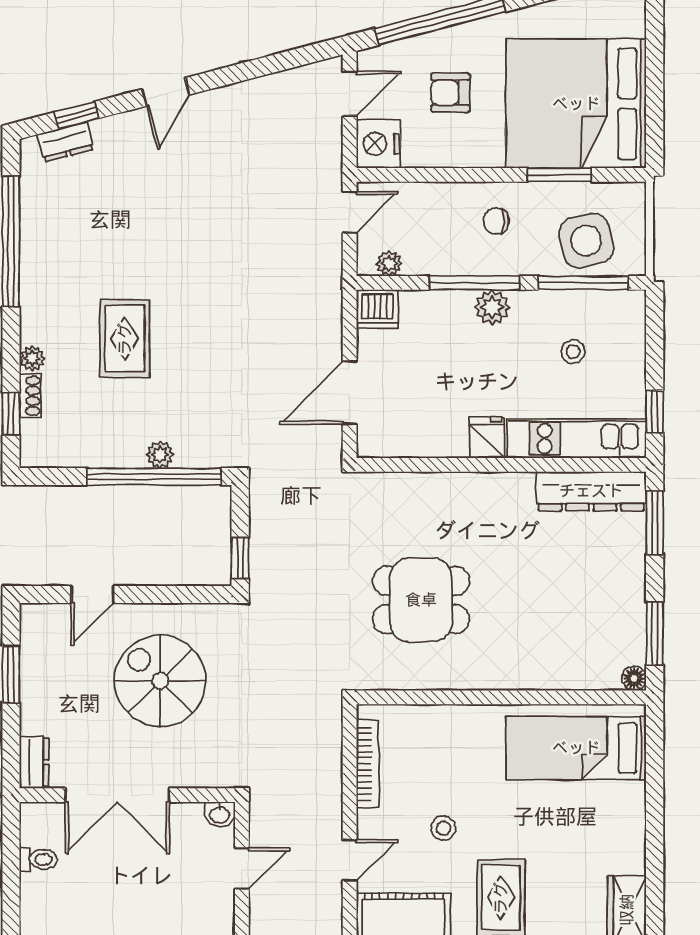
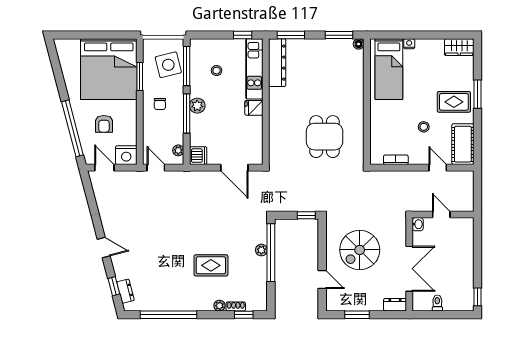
bookcase: (368, 764) -> (396, 160), width x0.64
nightstand: (635, 795) -> (409, 44), added

